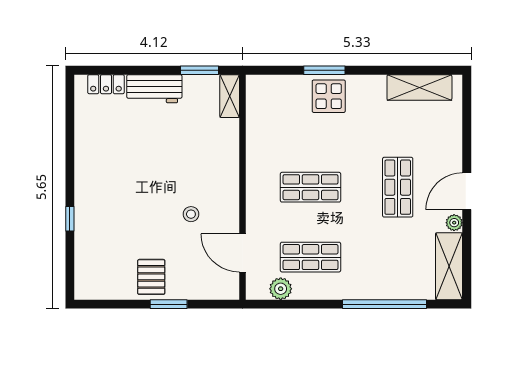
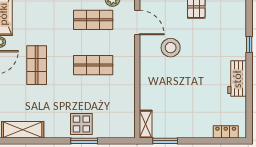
workbench: (154, 89) -> (237, 79), moved, turned -90
stool: (191, 214) -> (171, 48), width x1.89, depth x1.89

